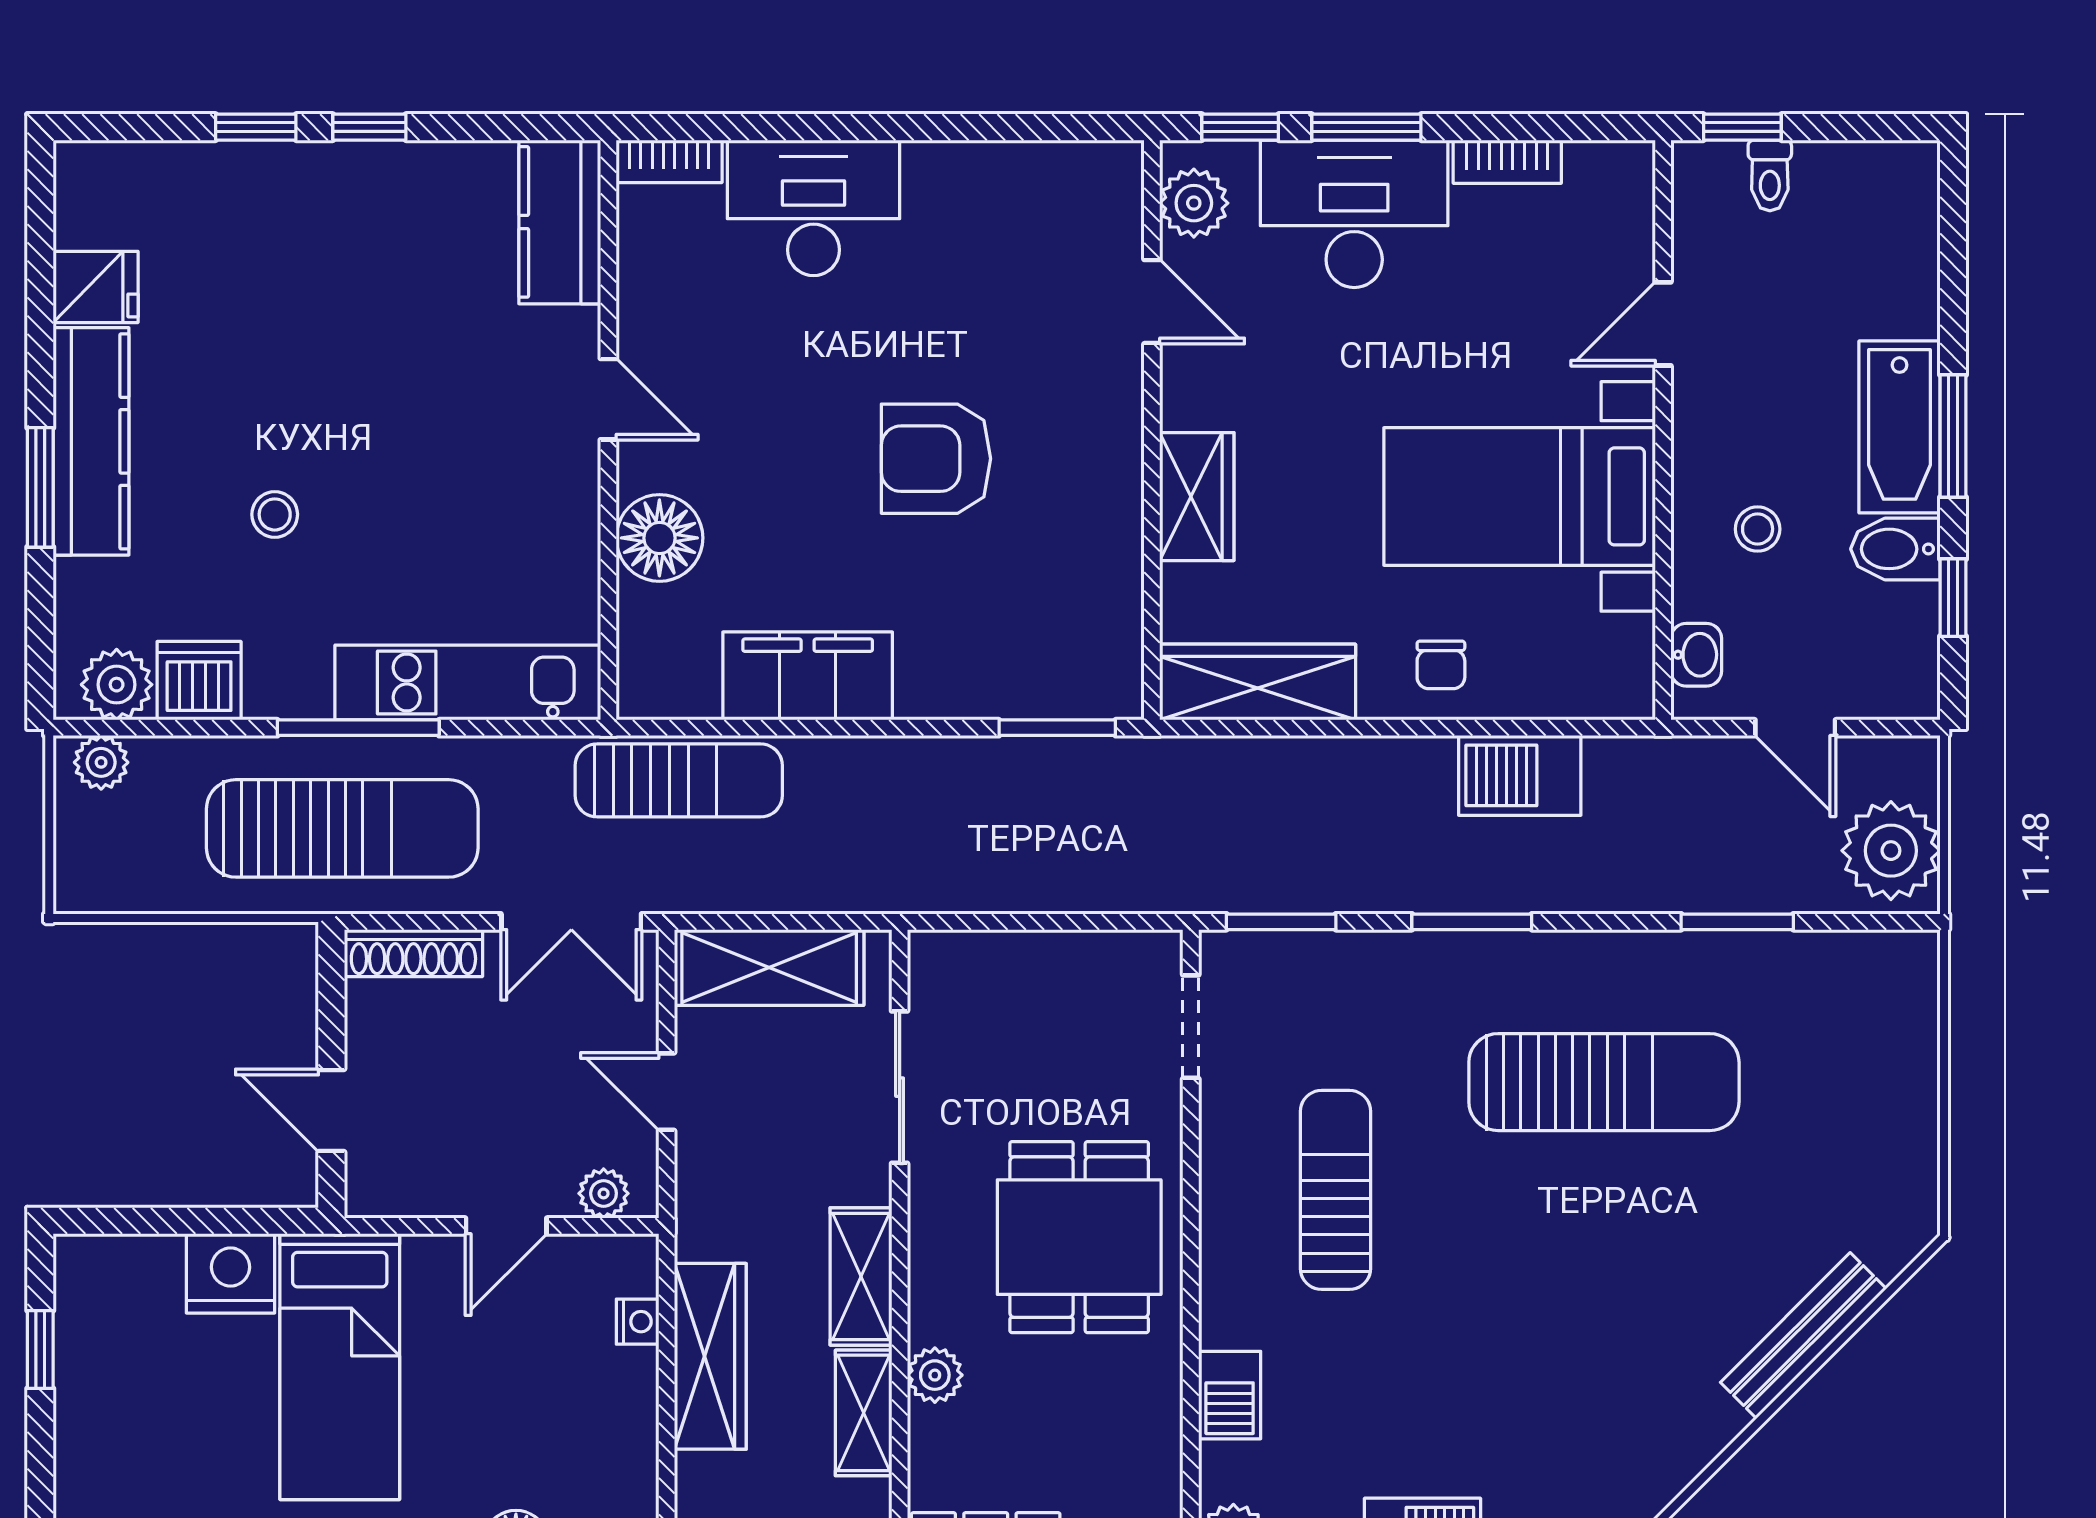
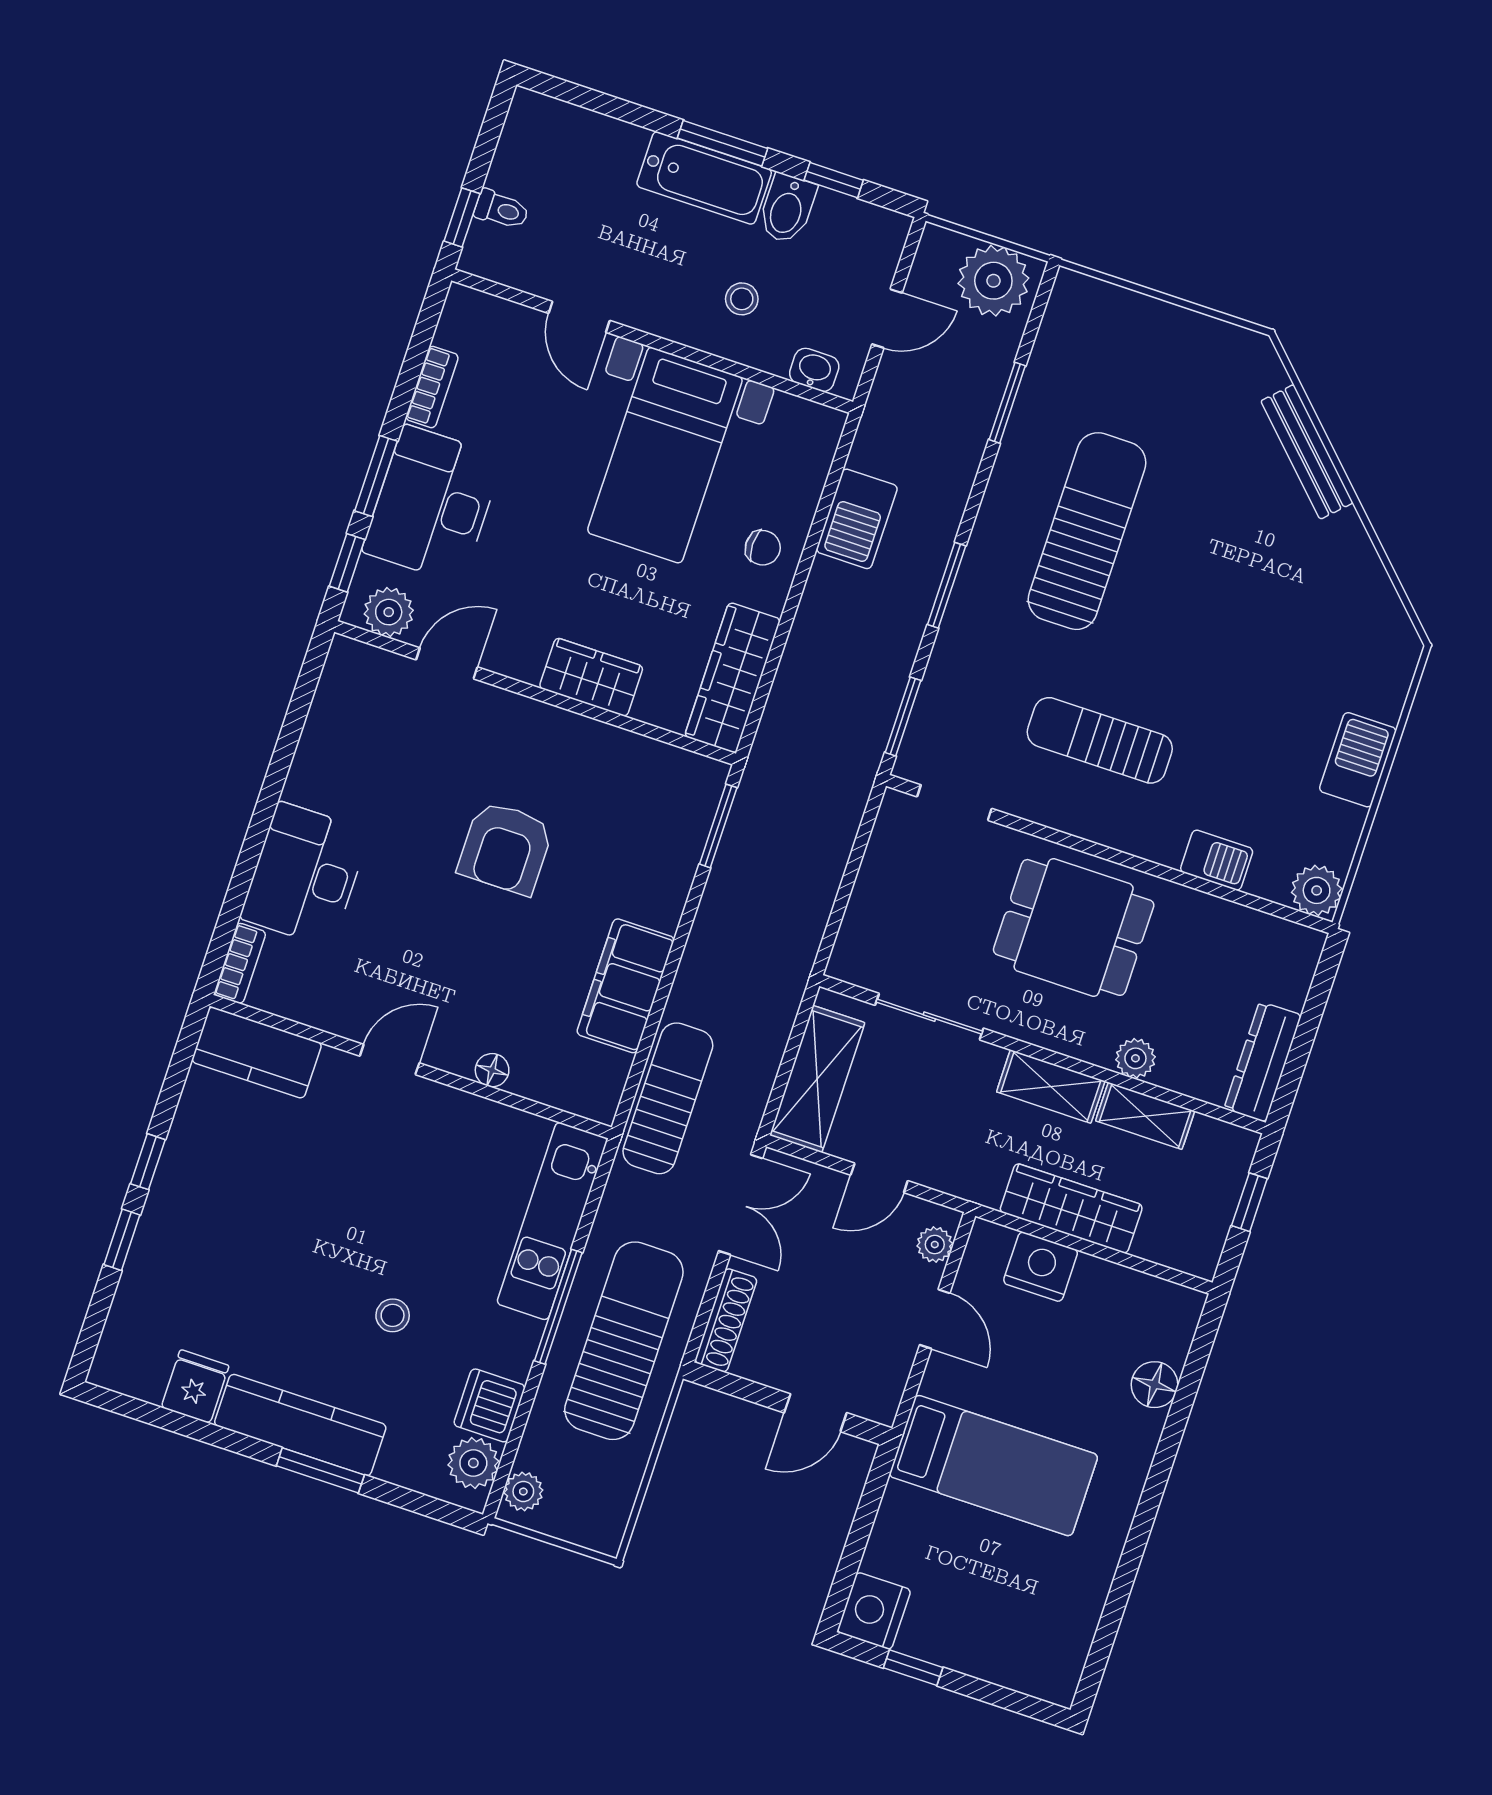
floor lamp: (659, 538) -> (492, 1070), width x0.53, depth x0.53
nightstand: (231, 1273) -> (874, 1611), moved
nightstand: (638, 1322) -> (1041, 1267), width x1.89, depth x1.79

